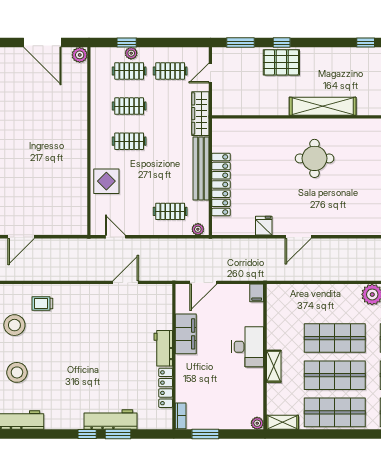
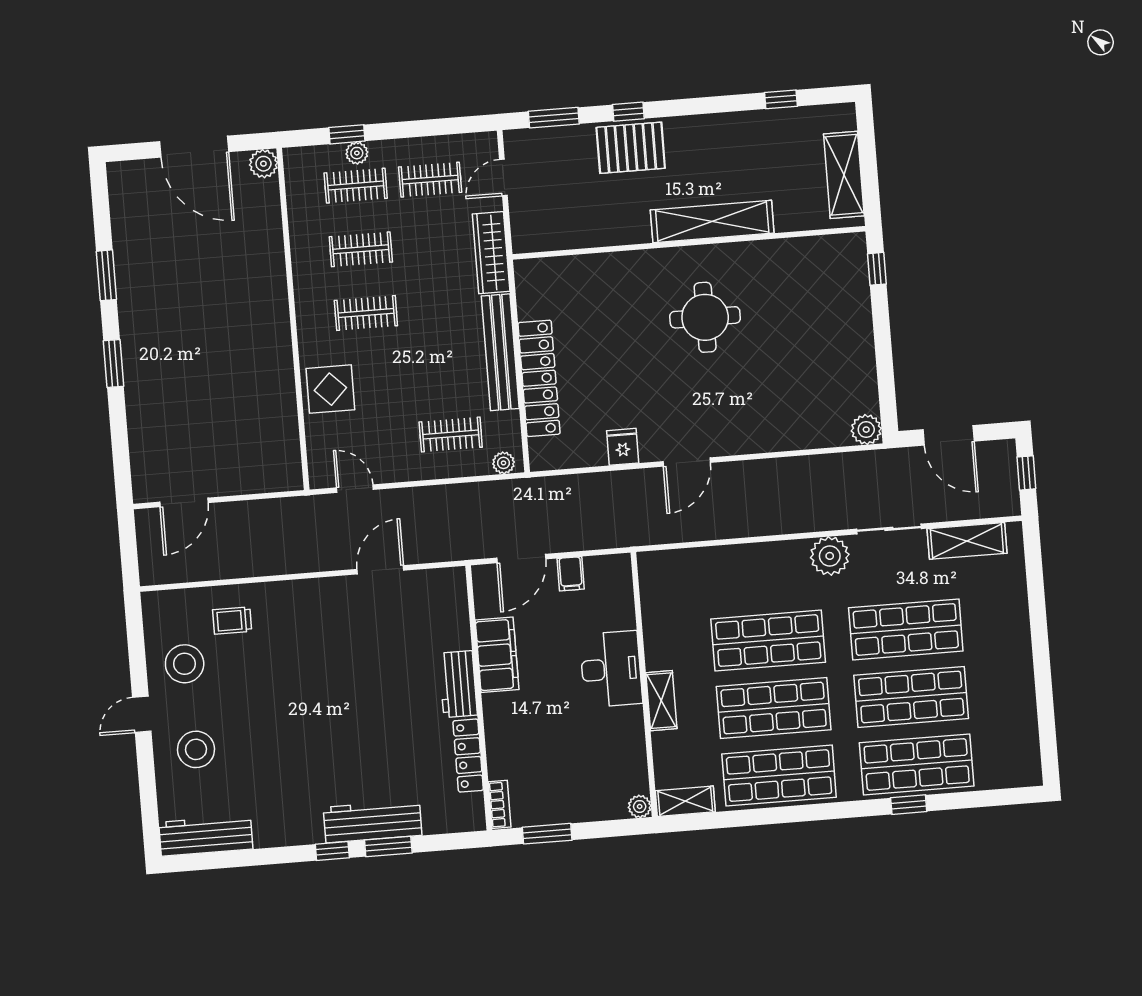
filing cabinet: (257, 293) -> (571, 574), moved

